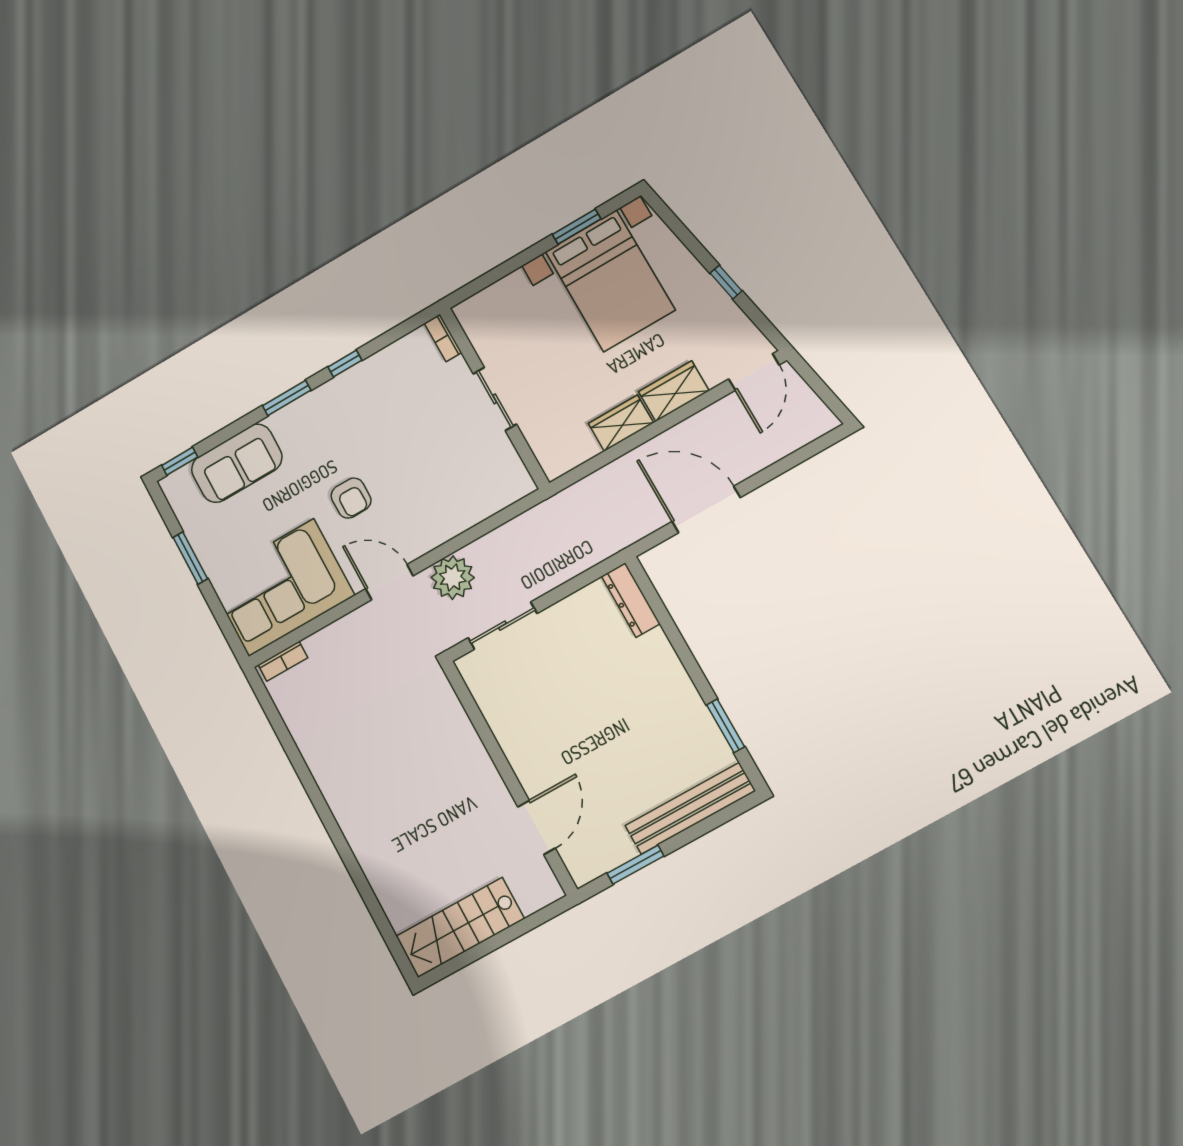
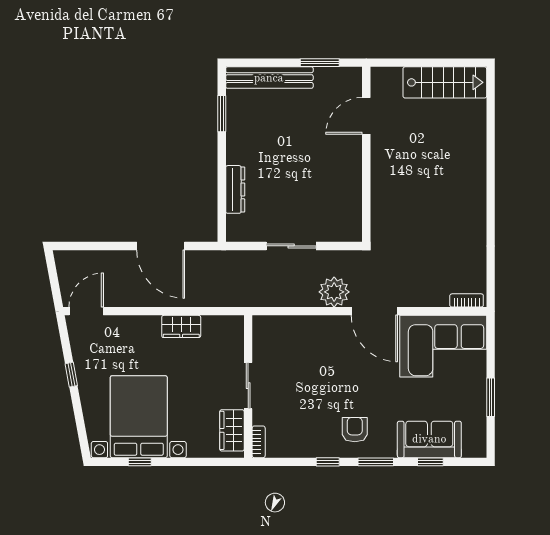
window: (577, 227) -> (140, 462), width x0.67
wardrobe: (674, 391) -> (232, 430), moved, turned 90
window: (180, 461) -> (430, 462), moved
armchair: (351, 498) -> (355, 430), moved
door: (389, 582) -> (374, 311), width x1.36
dresser: (631, 600) -> (235, 189), moved
sliding door: (503, 626) -> (291, 246), moved

